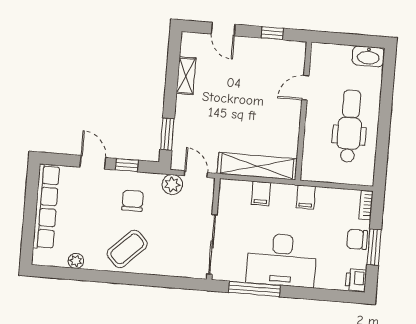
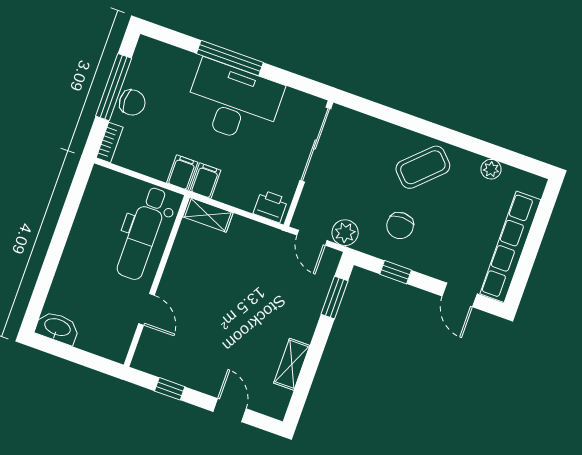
door: (305, 88) -> (147, 309), hinge flipped
dental chair: (350, 126) -> (143, 233), moved
door: (93, 162) -> (460, 295), moved
shelving: (257, 166) -> (208, 215), width x0.45, depth x0.75
filing cabinet: (261, 193) -> (205, 181), moved
window: (374, 247) -> (114, 87), width x1.44
printer: (356, 280) -> (271, 206), moved, turned -90
window: (254, 289) -> (230, 58), moved

